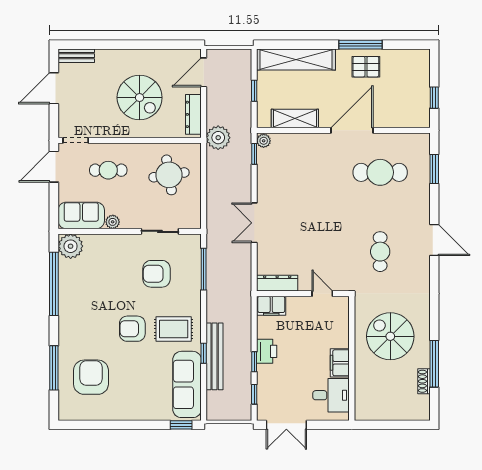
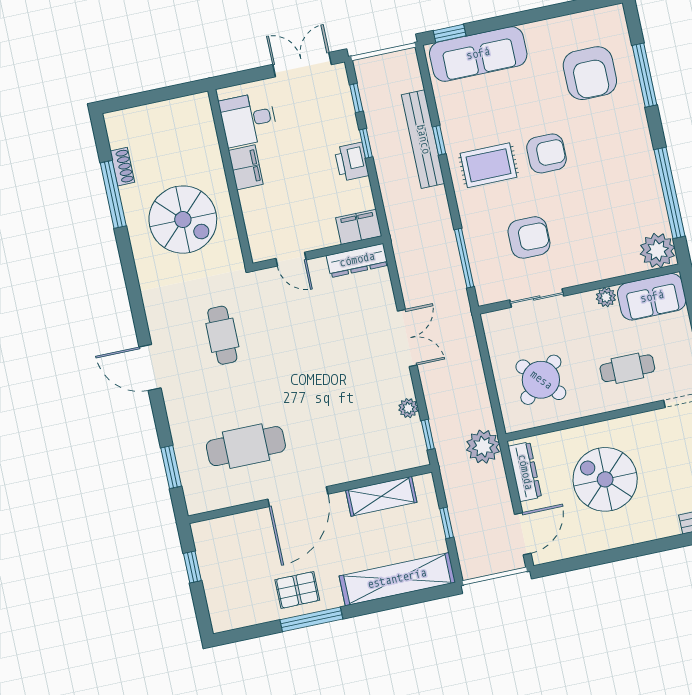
plant: (264, 141) -> (408, 408), moved
round table: (169, 175) -> (541, 380), turned -33
sofa: (187, 384) -> (478, 54), moved, turned 90

